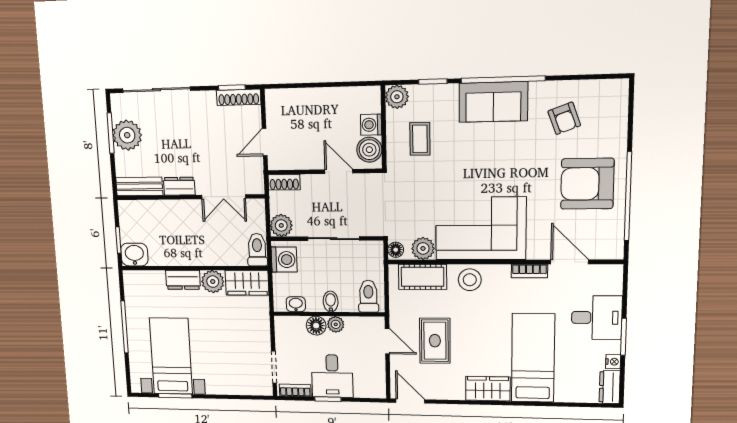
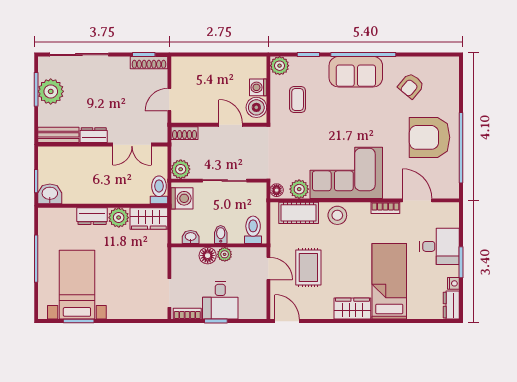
armchair: (564, 118) -> (411, 86), turned 60

